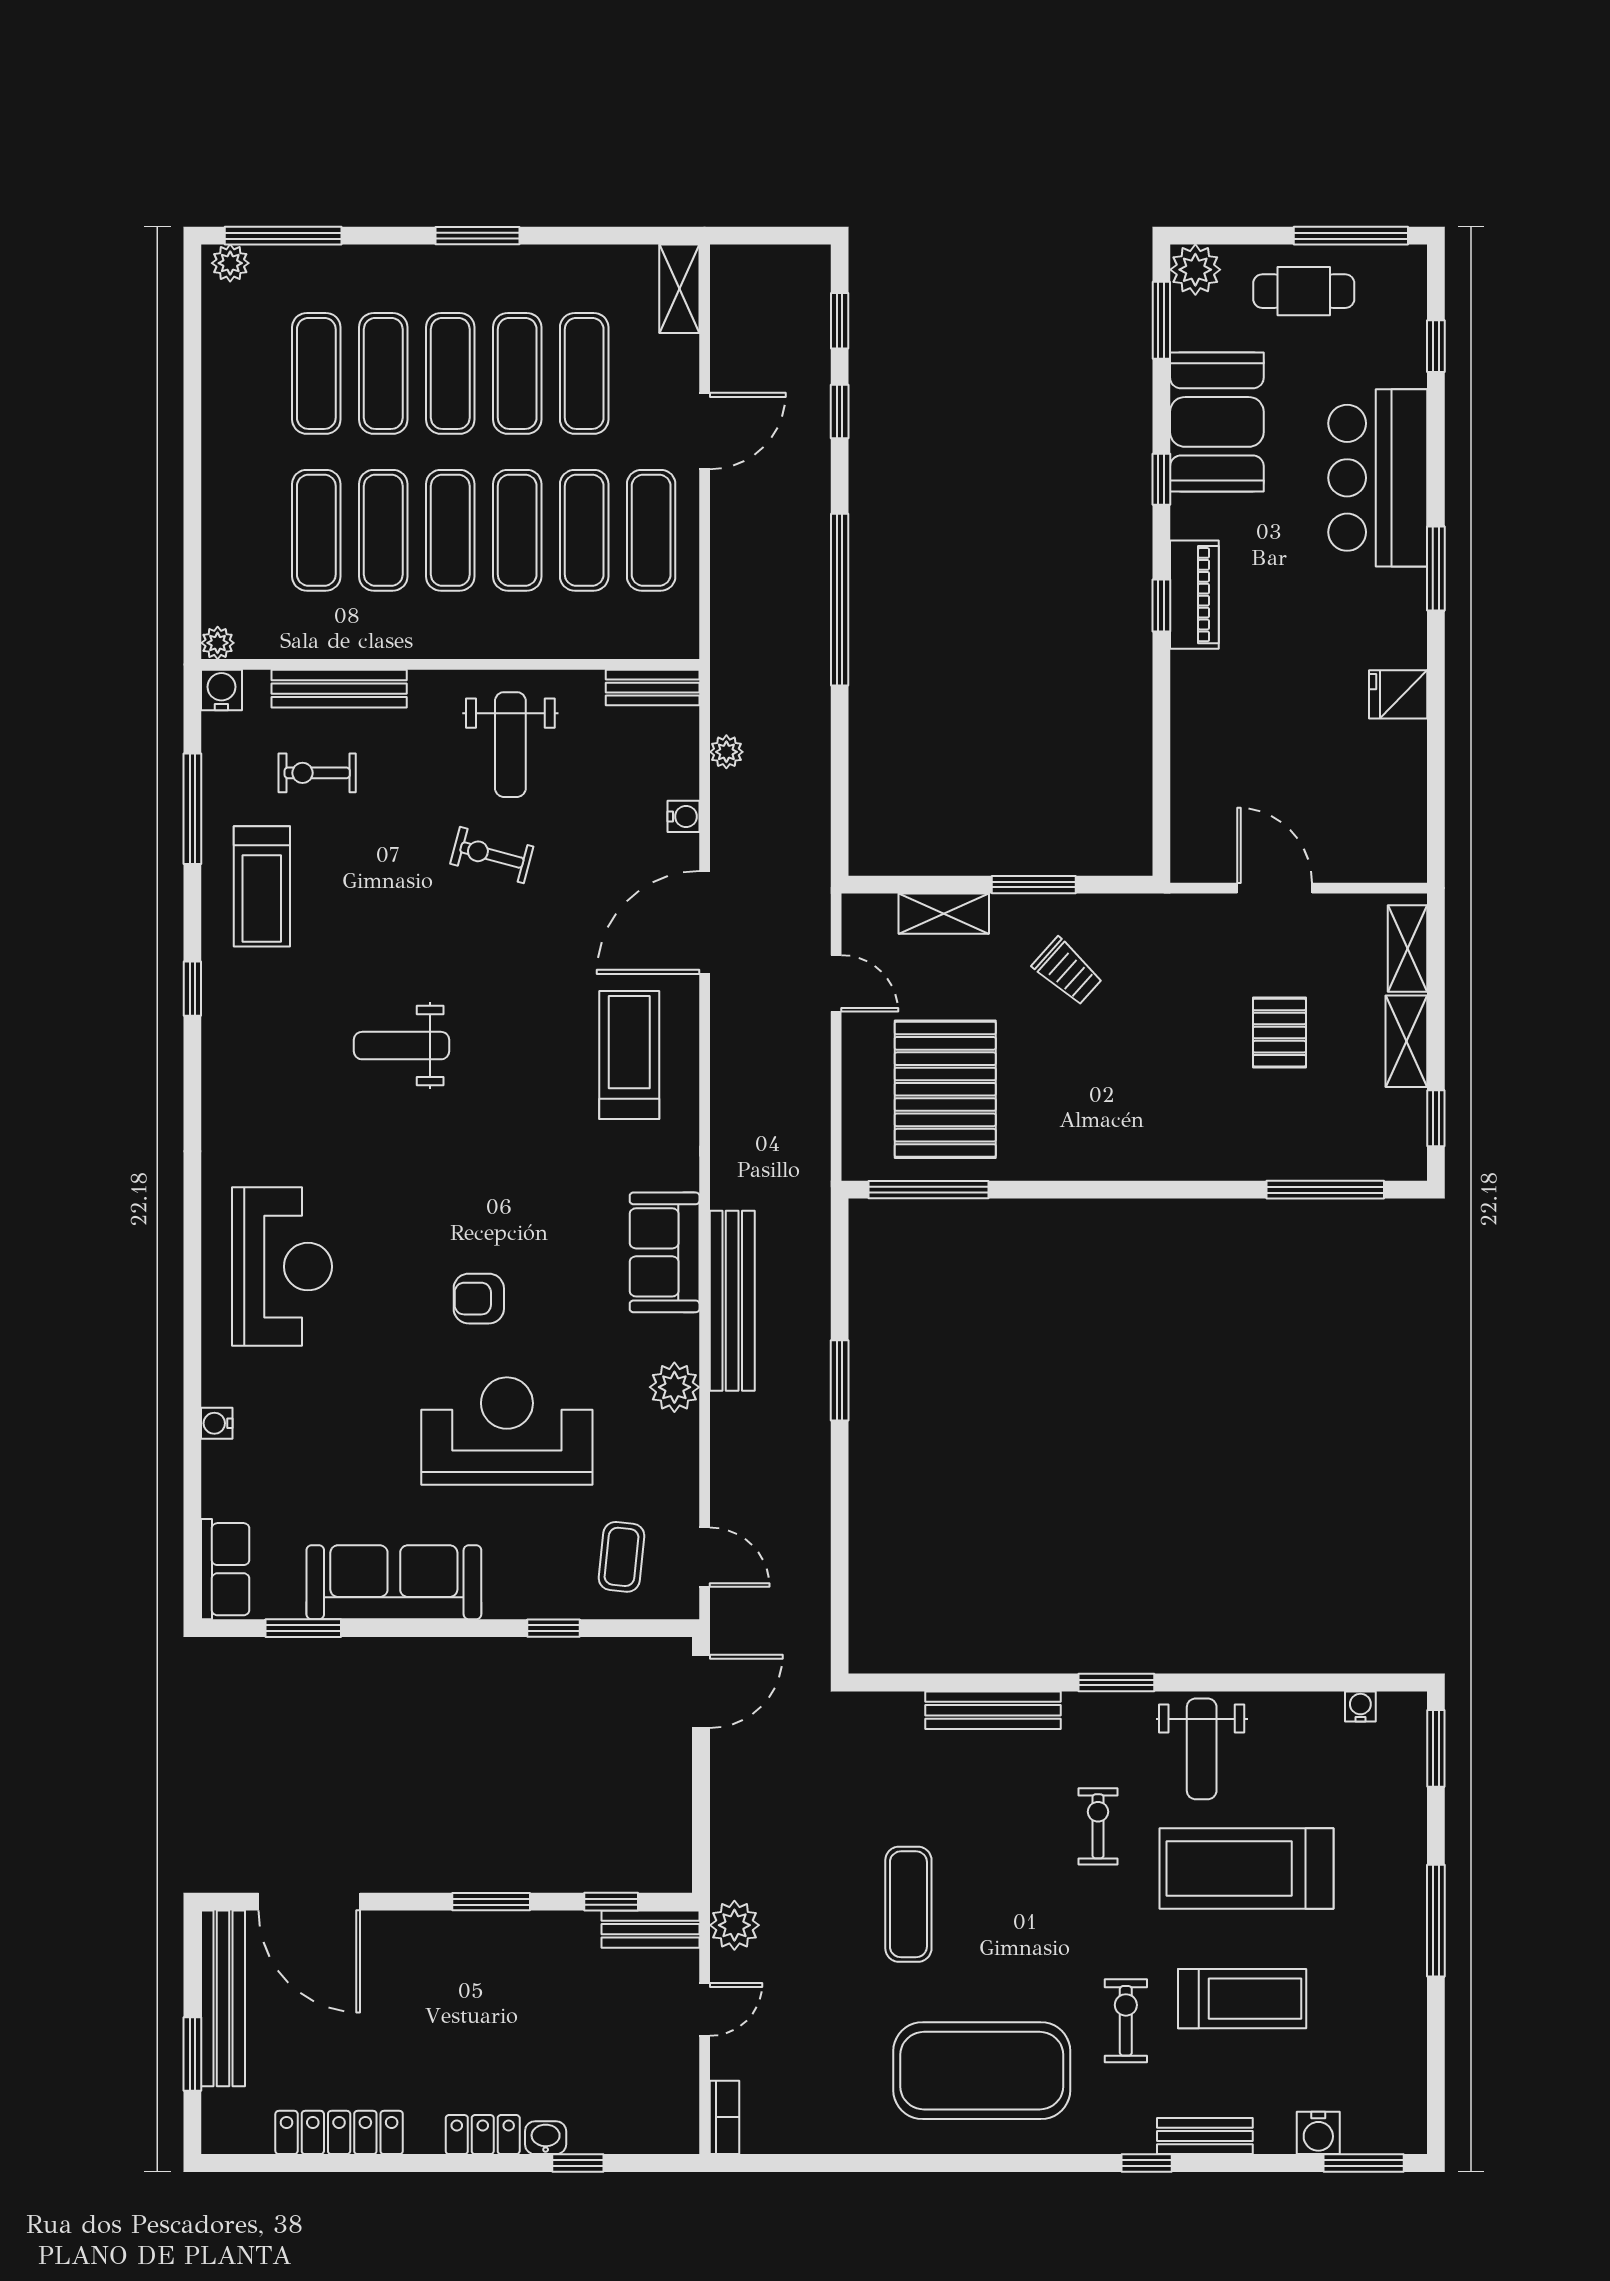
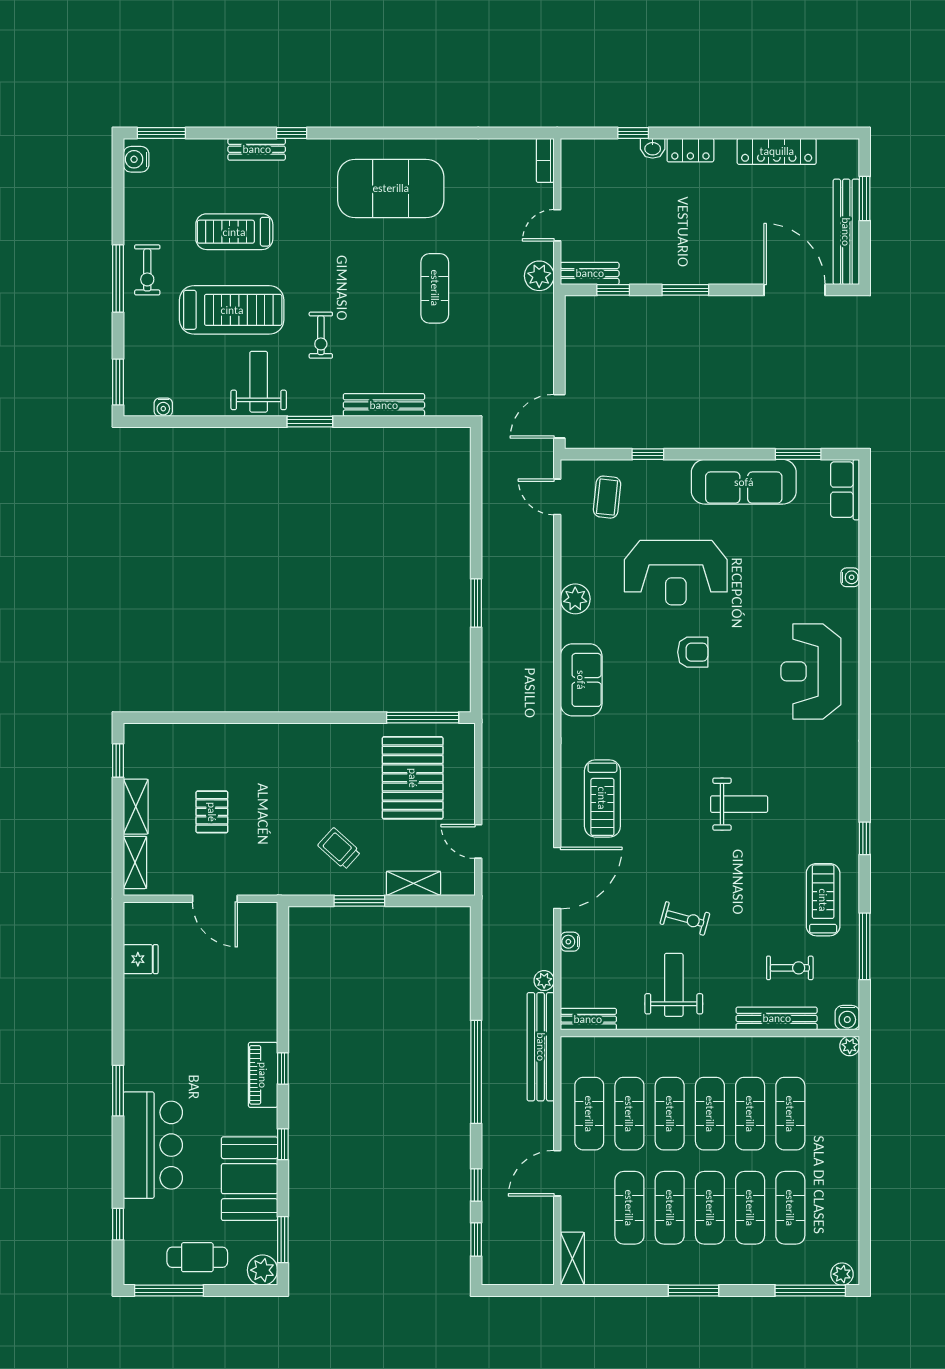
fridge: (1398, 694) -> (141, 959), moved
window: (1325, 1190) -> (184, 718), removed
bench: (732, 1301) -> (541, 1047), moved
exercise bike: (1126, 2021) -> (147, 270), moved
water cooler: (1318, 2133) -> (136, 159), moved, turned -90

